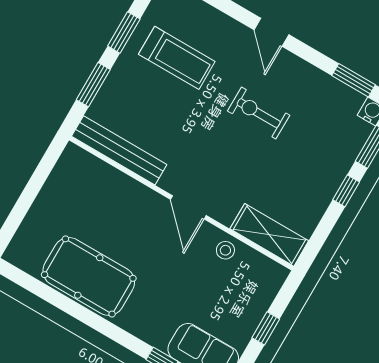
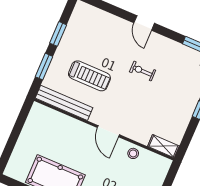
treadmill: (177, 58) -> (89, 76), moved
exercise bike: (259, 113) -> (143, 71), width x0.73, depth x0.72
shelving: (269, 235) -> (163, 146), width x0.67, depth x0.75

